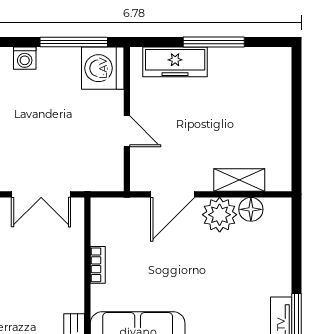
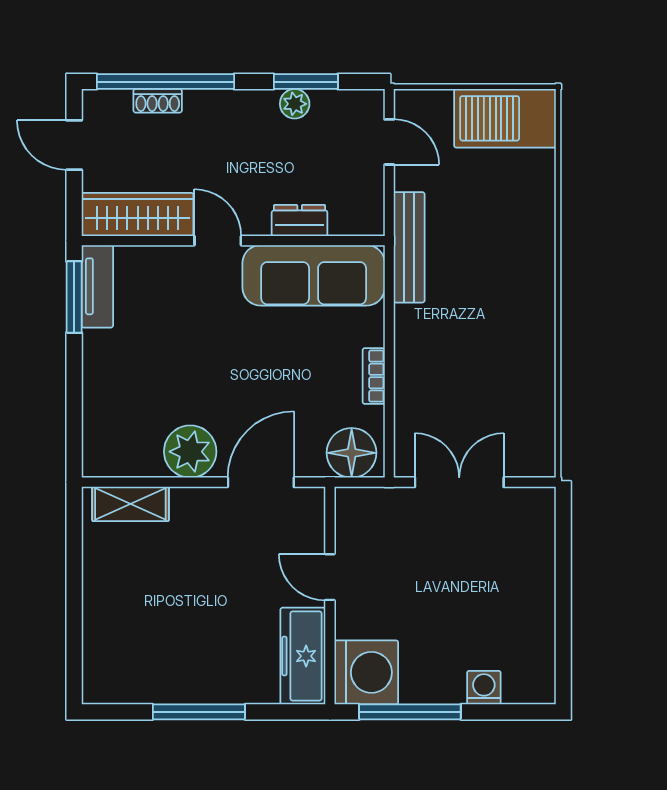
freezer: (175, 62) -> (303, 656), moved, turned -90
shelving: (239, 180) -> (130, 504), moved
floor lamp: (251, 209) -> (352, 453), moved, width x1.38, depth x1.38

